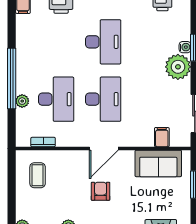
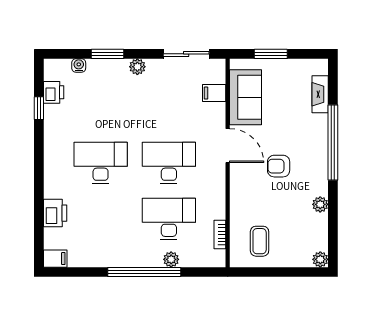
water cooler: (185, 47) -> (79, 65), moved
plant: (178, 67) -> (137, 67), width x0.53, depth x0.53
door: (104, 148) -> (228, 146), moved
coffee table: (38, 175) -> (260, 241), turned 90

